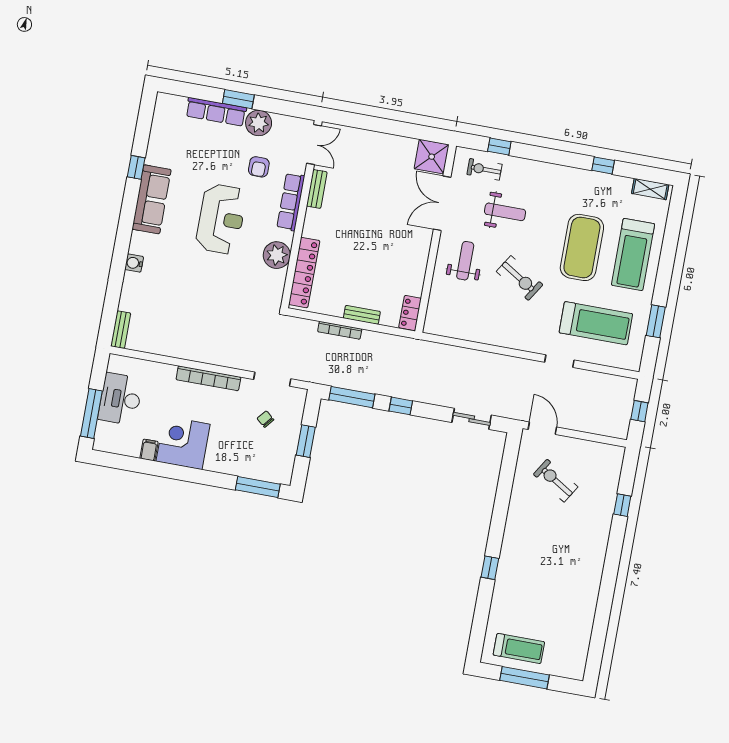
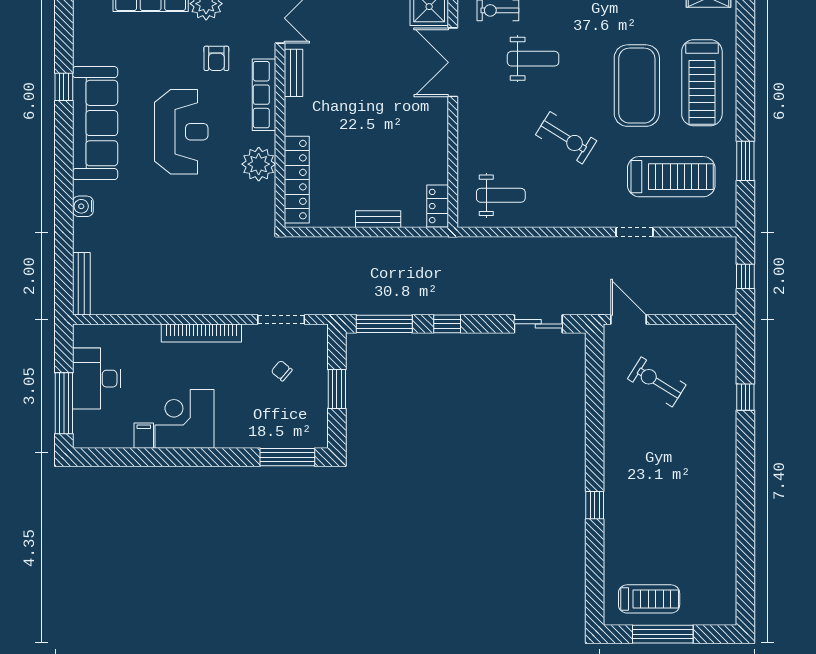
sofa: (152, 199) -> (95, 123), width x1.36, depth x1.27
weight bench: (465, 261) -> (501, 195), moved, turned 90
bench: (121, 330) -> (81, 284), width x1.36
bookcase: (340, 330) -> (354, 243), removed

